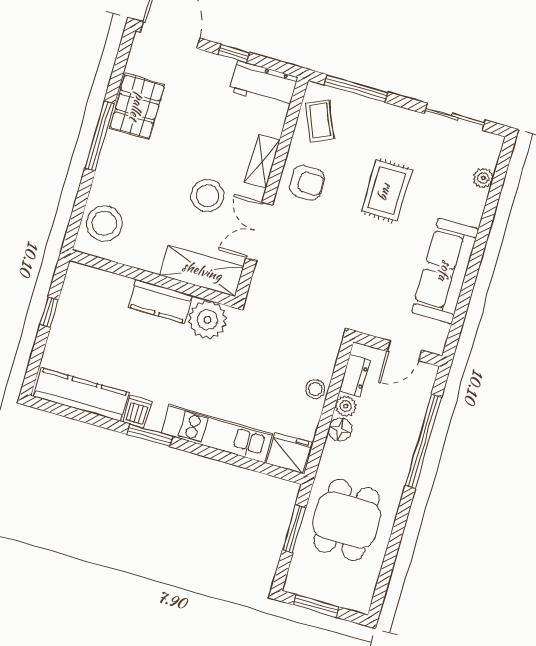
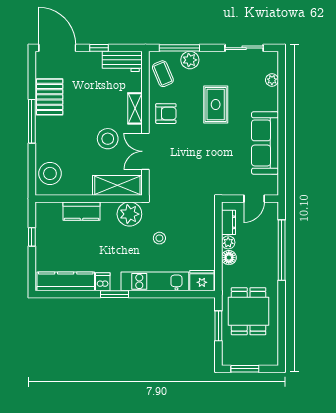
plant: (367, 112) -> (190, 60), added
kitchen counter: (160, 301) -> (81, 211), moved
stool: (315, 389) -> (159, 238), moved

